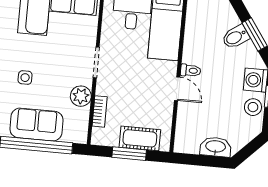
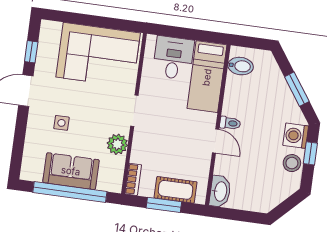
bidet: (236, 37) -> (241, 66), moved, turned -145
bookcase: (100, 111) -> (133, 179), moved
washbasin: (216, 147) -> (220, 191), moved, turned 90

